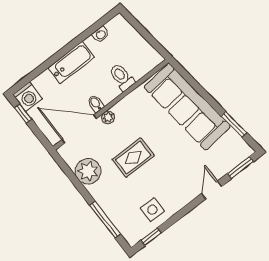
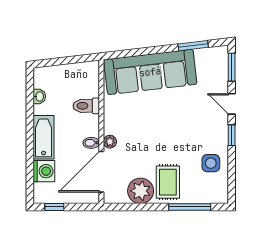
washing machine: (28, 97) -> (44, 171), moved
rug: (133, 158) -> (168, 182), moved
window: (151, 237) -> (232, 135), moved

